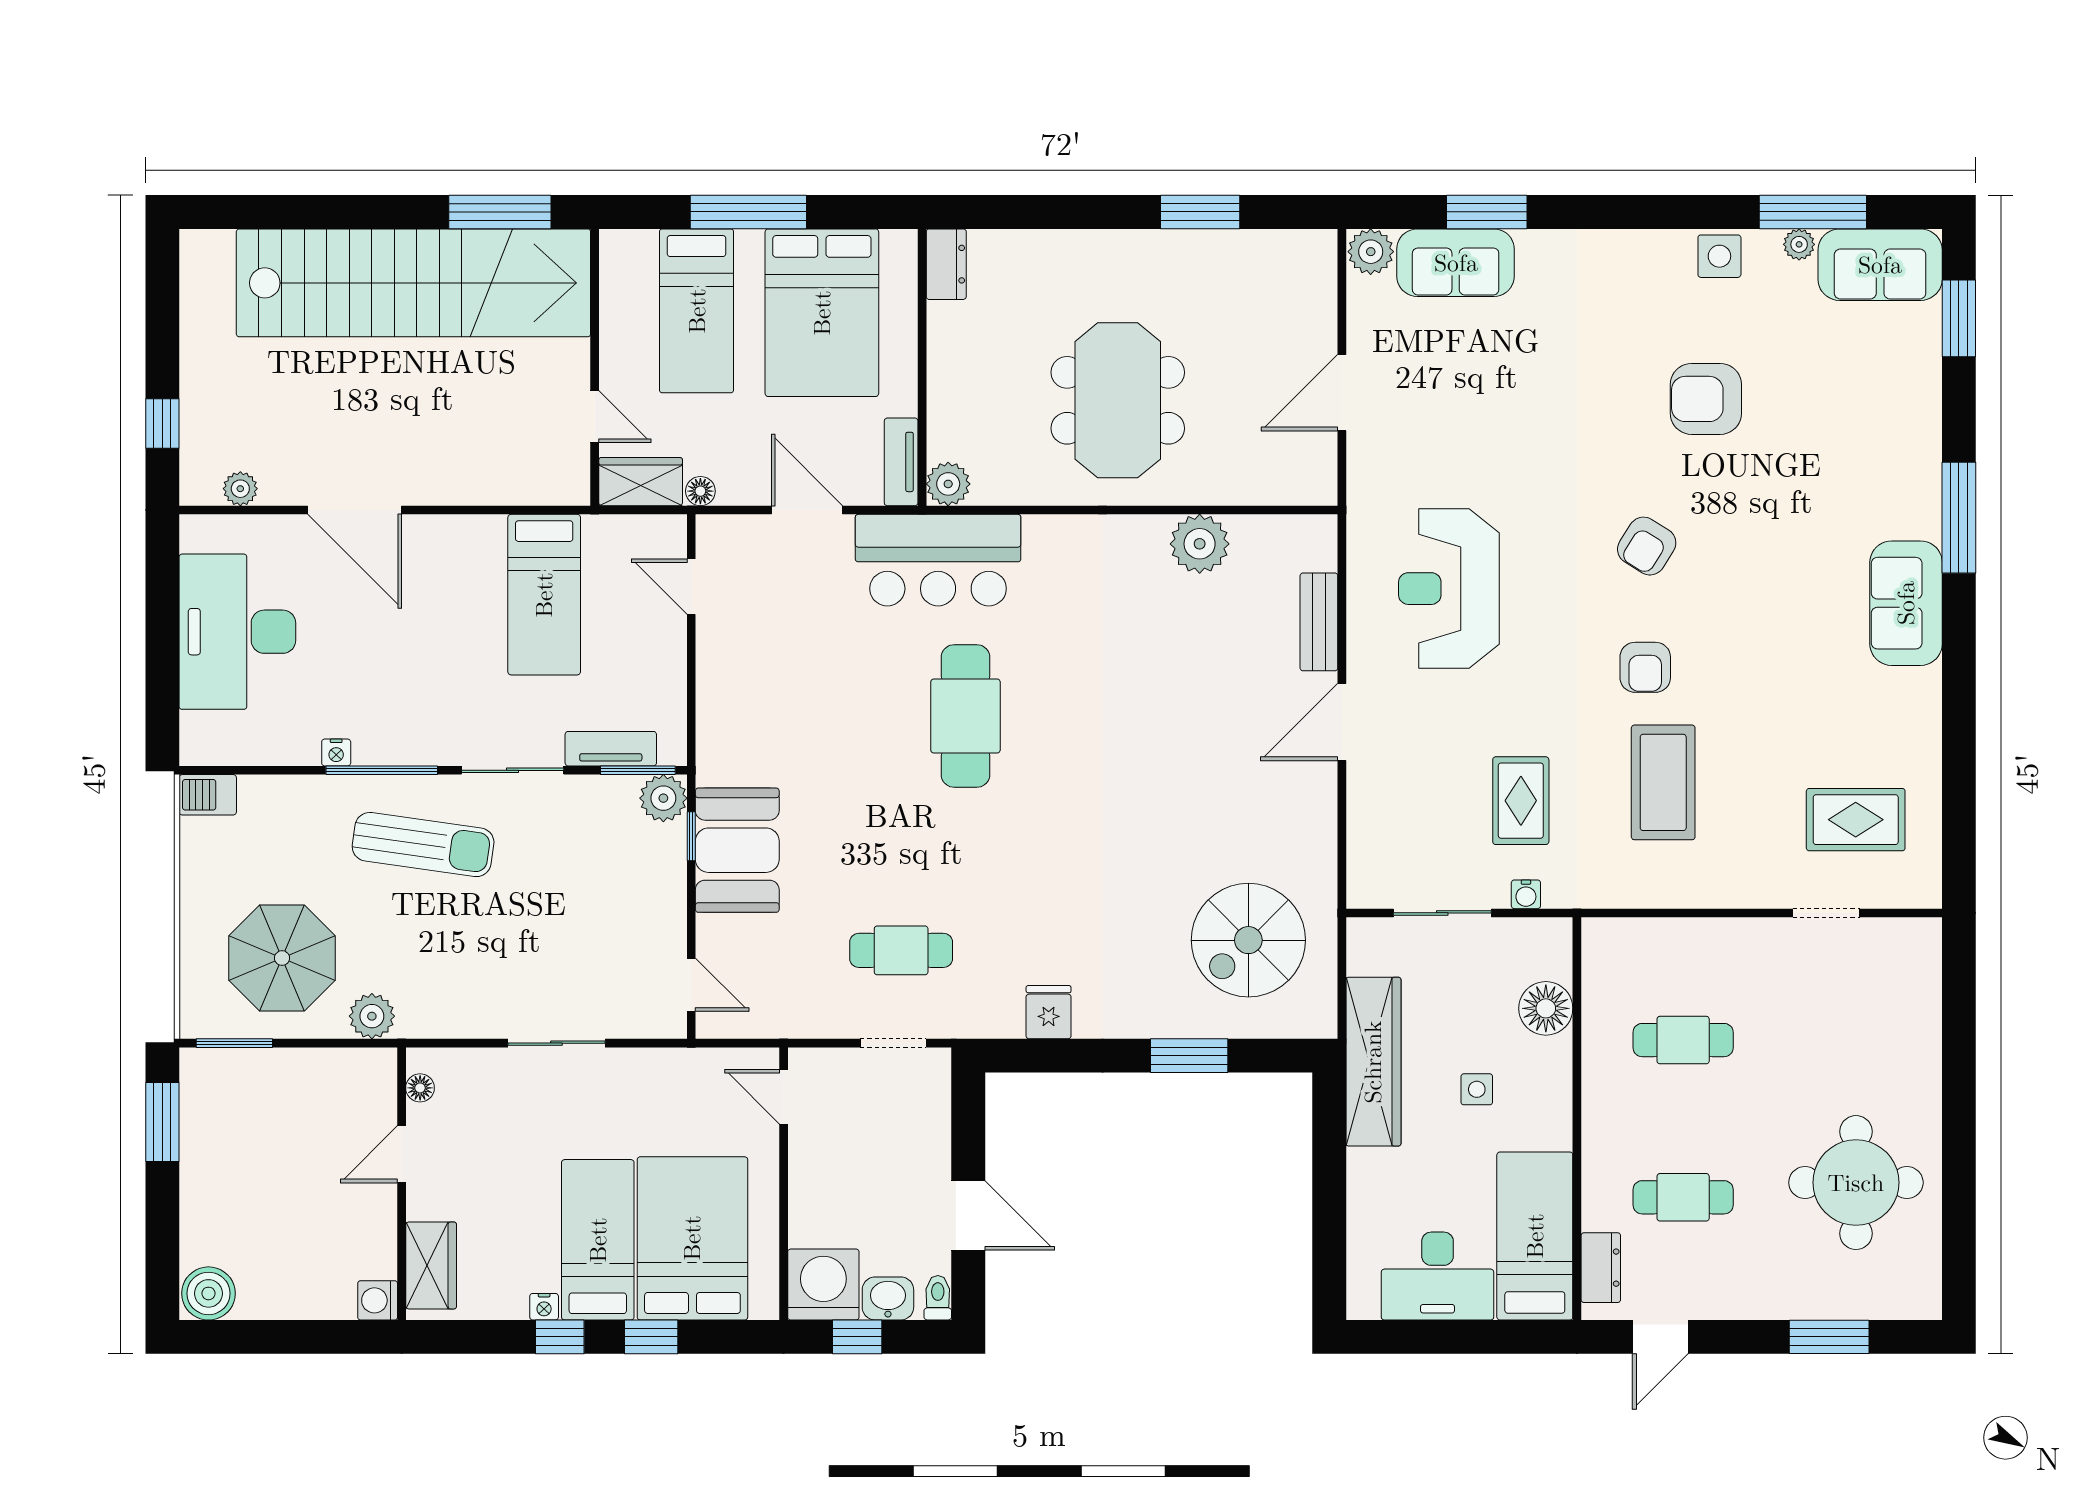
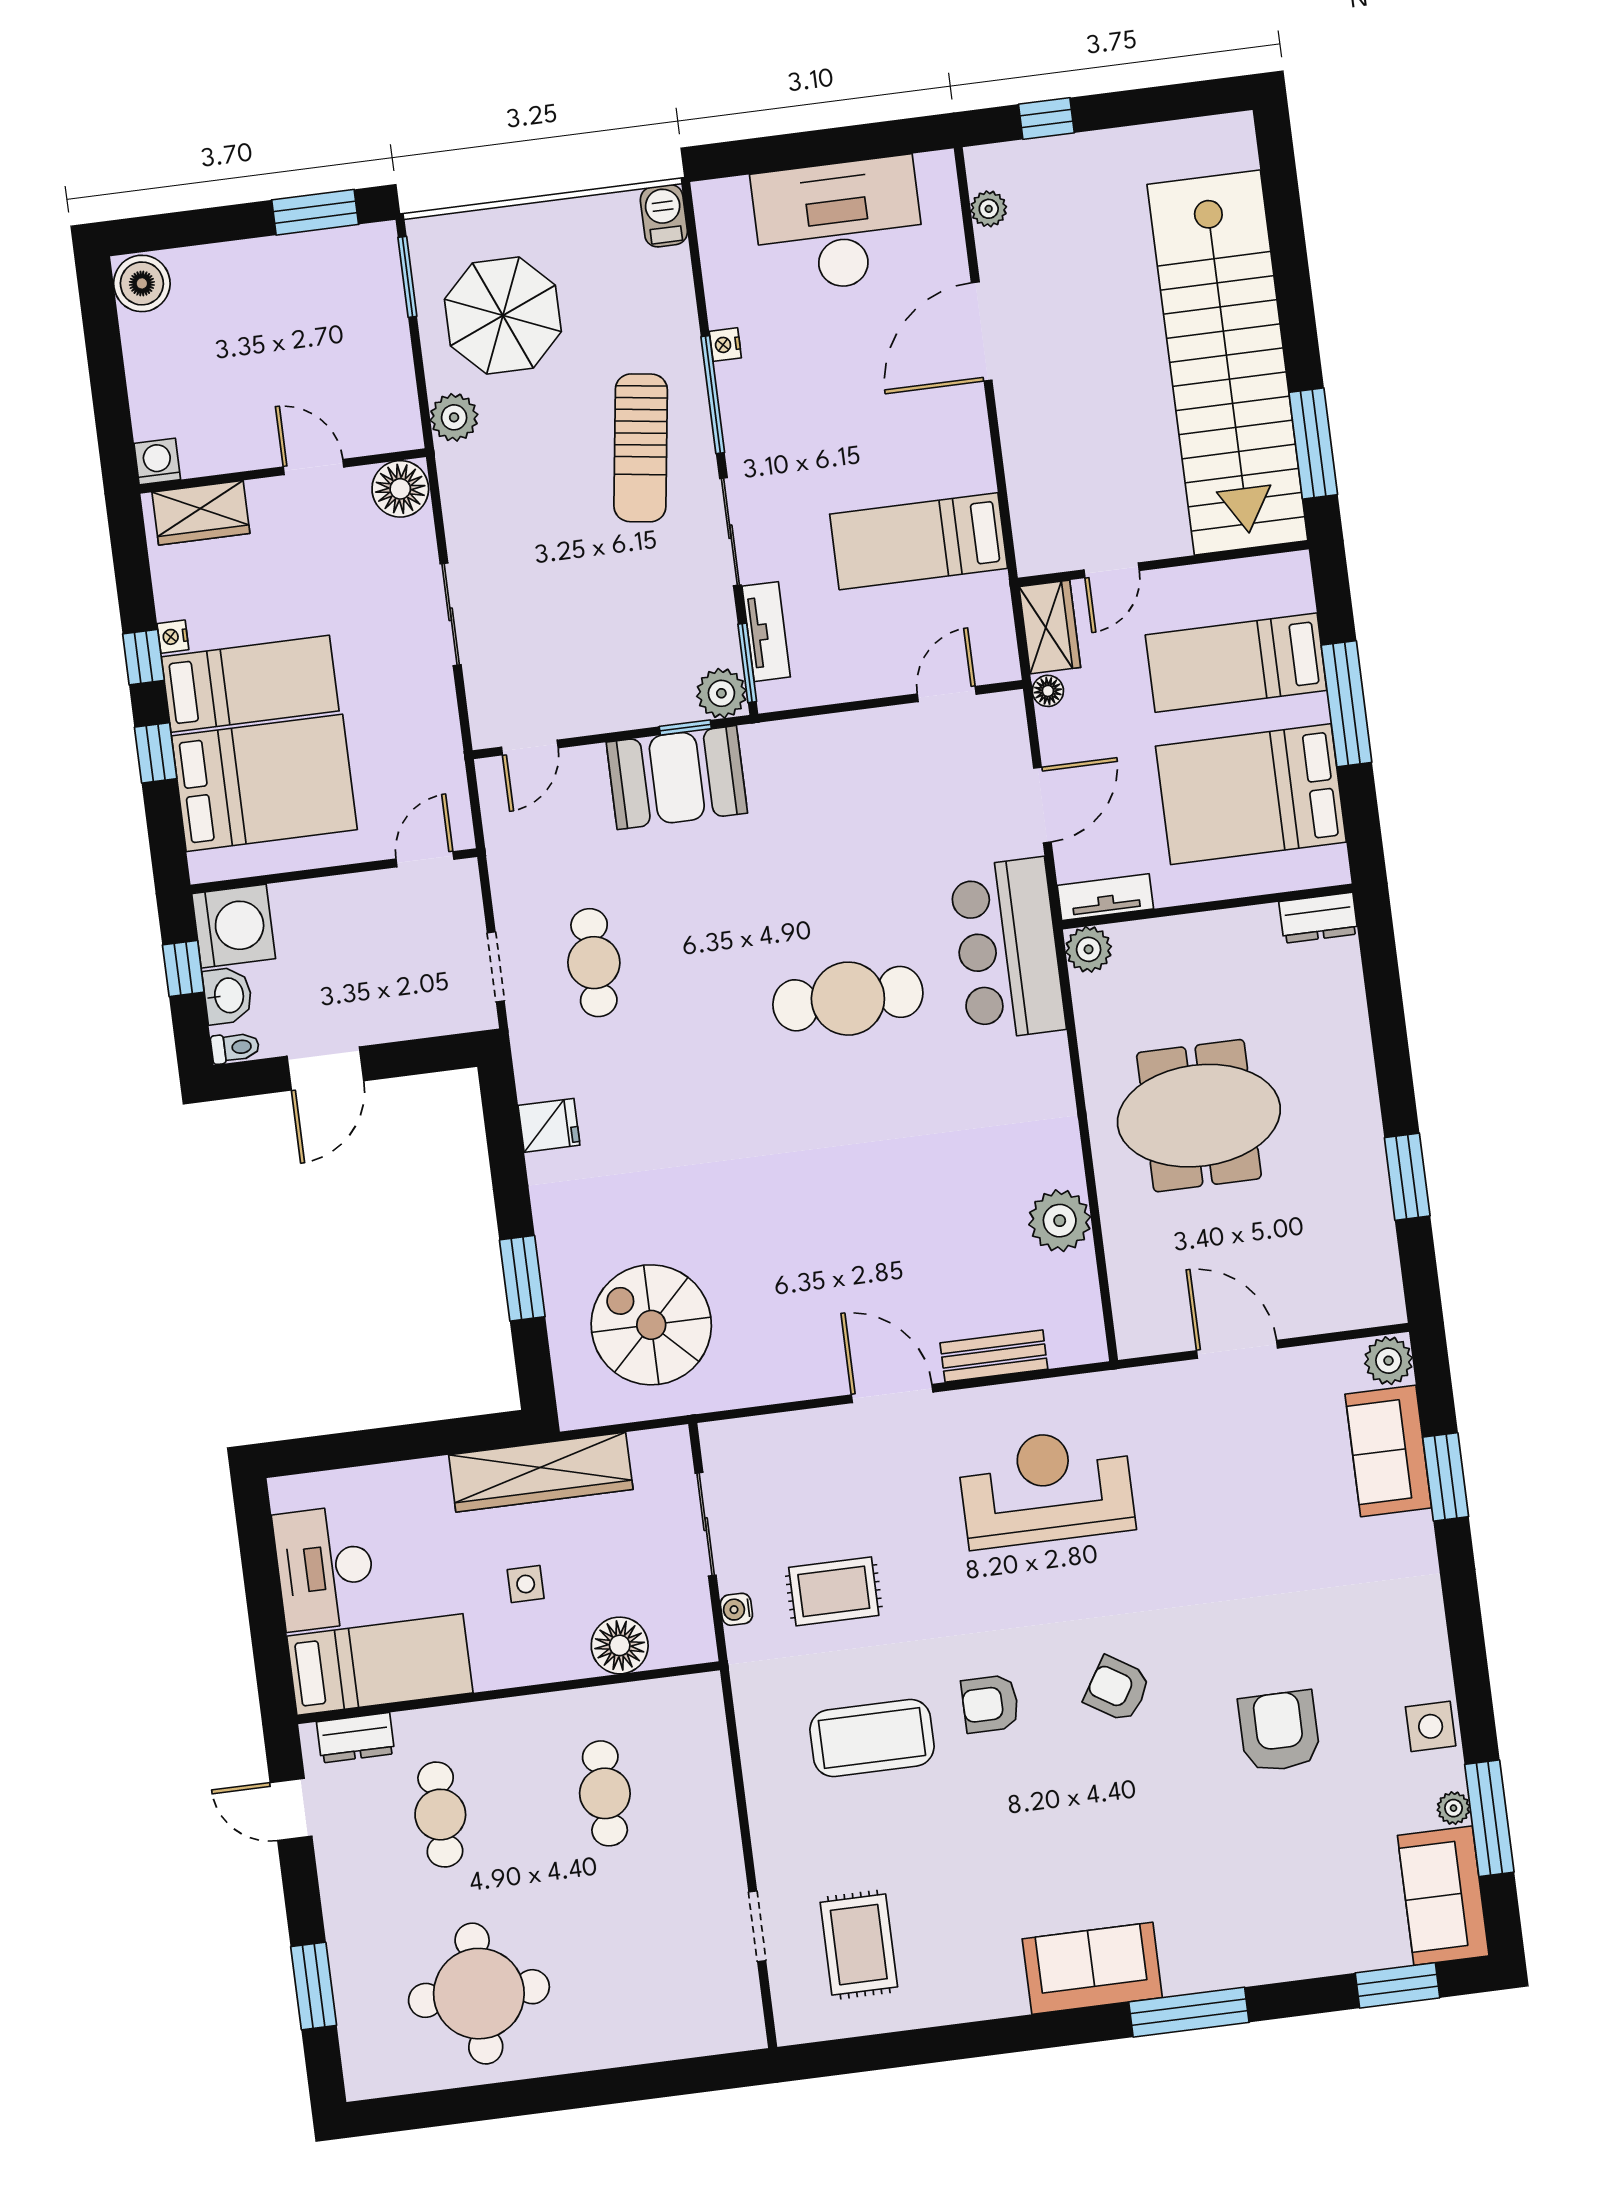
floor lamp: (420, 1088) -> (400, 489), width x1.89, depth x1.89

